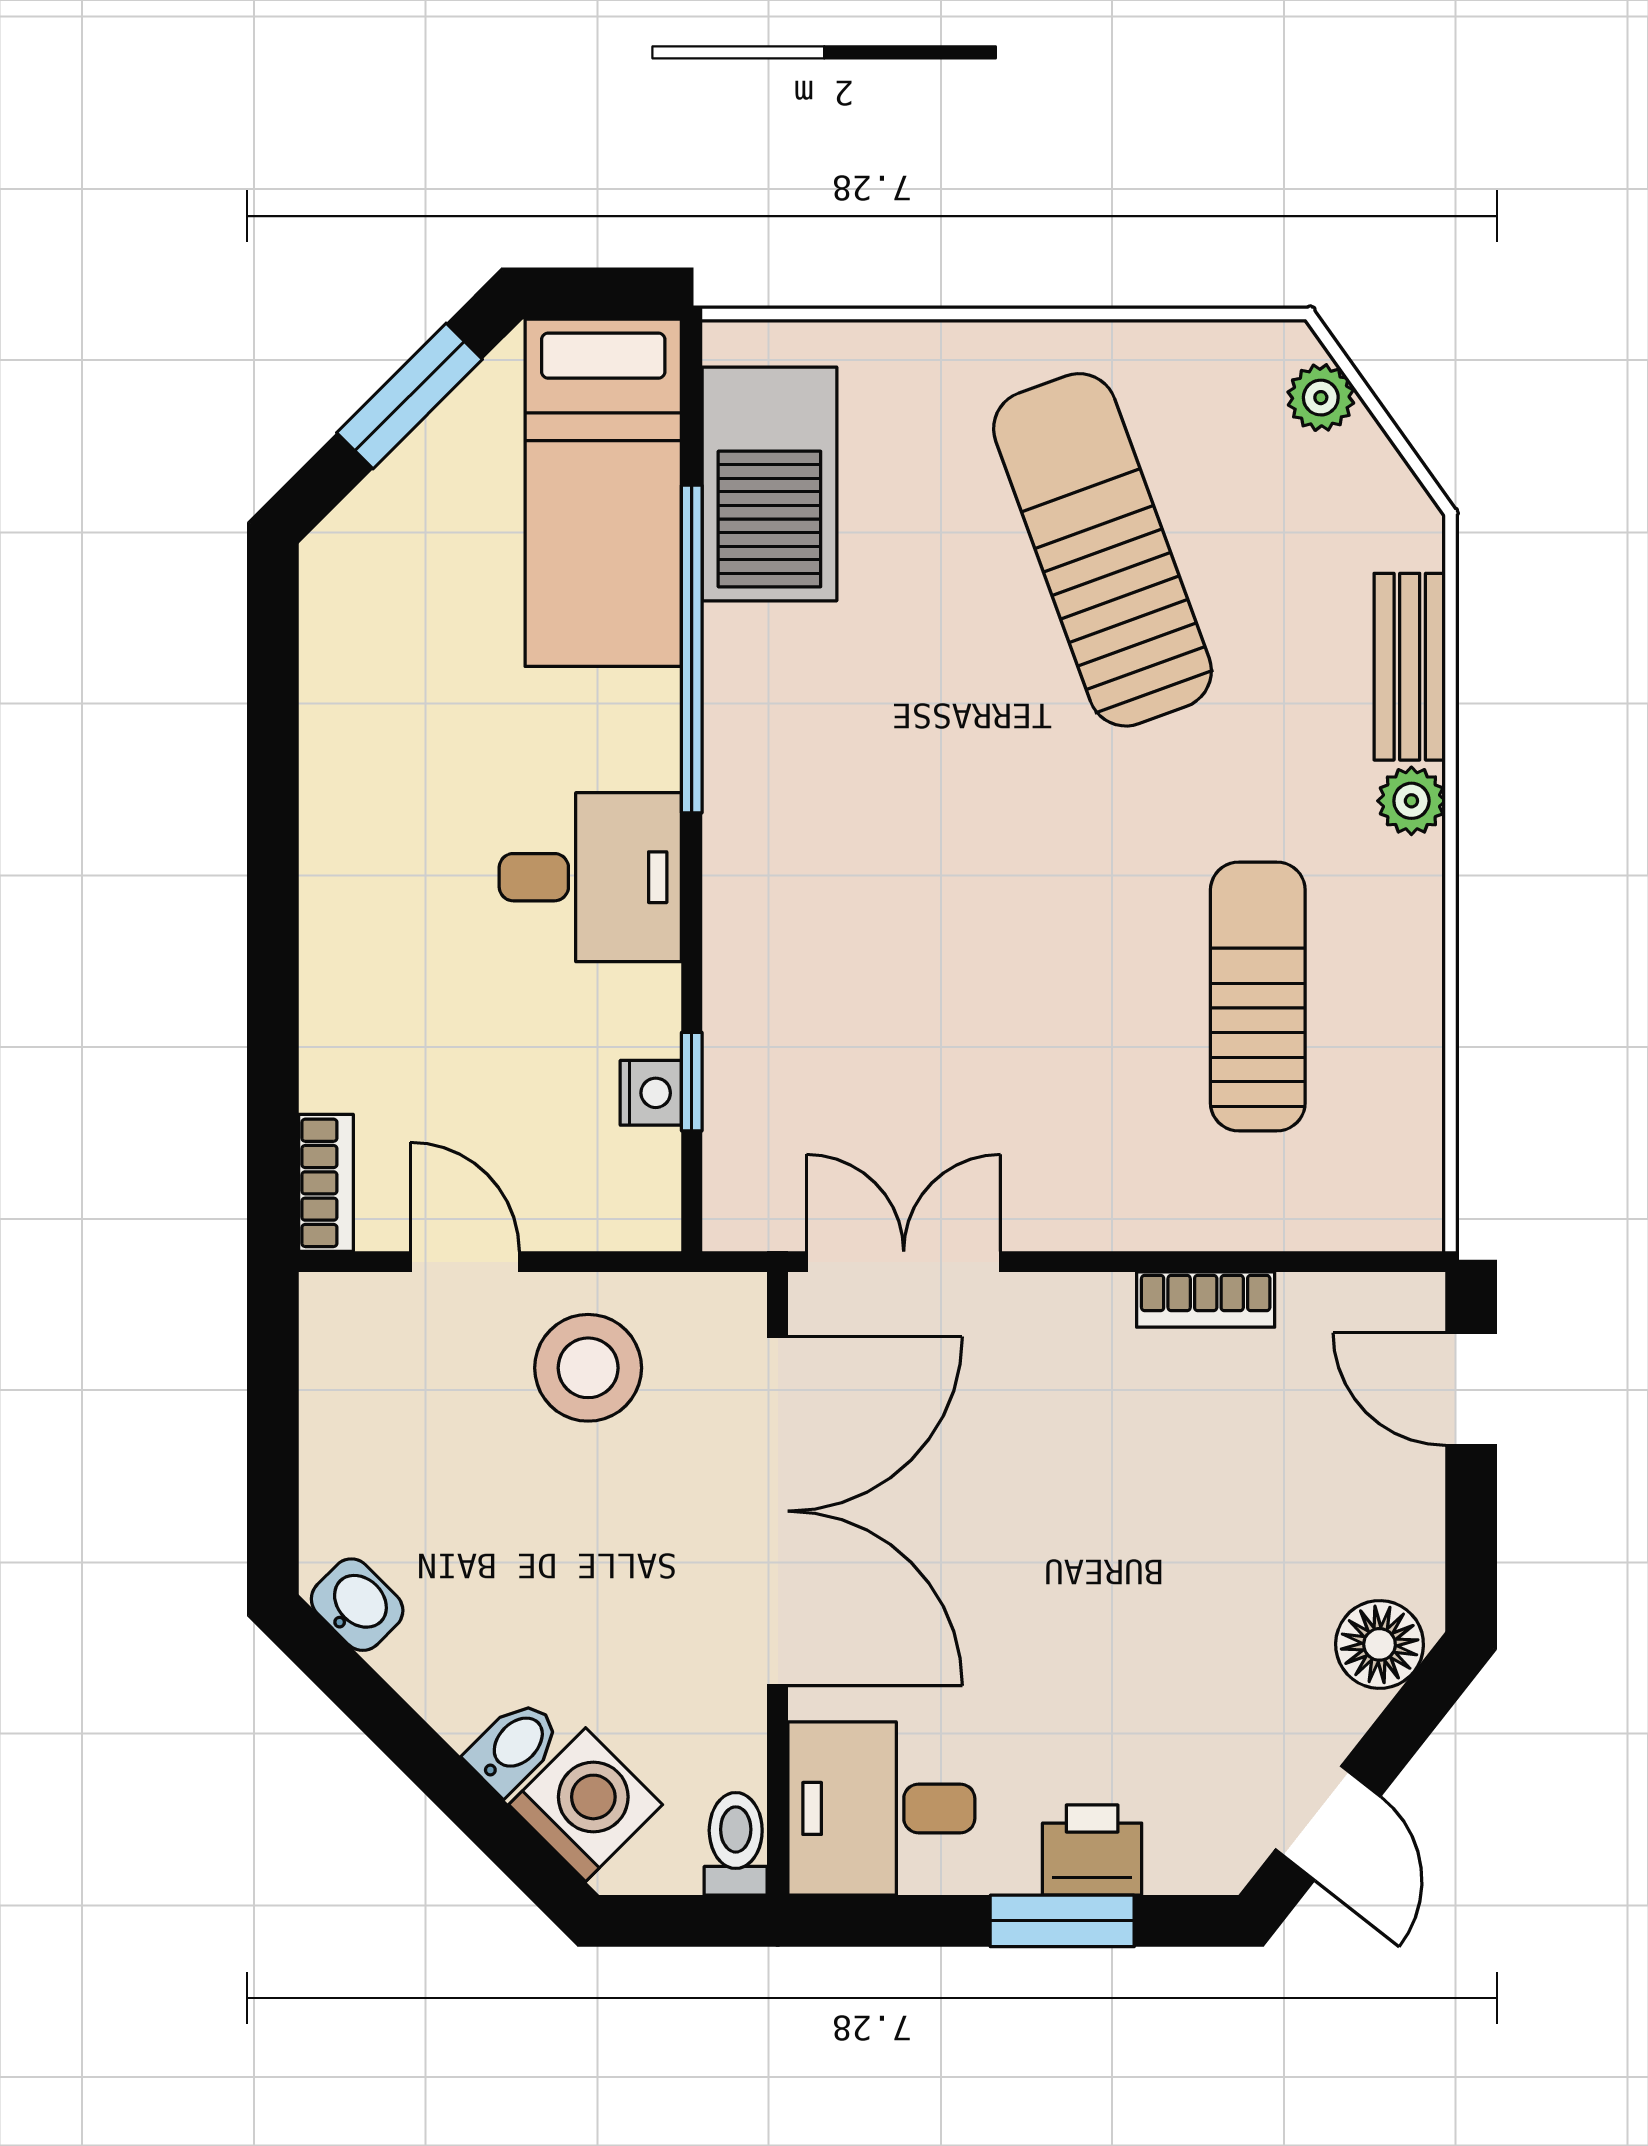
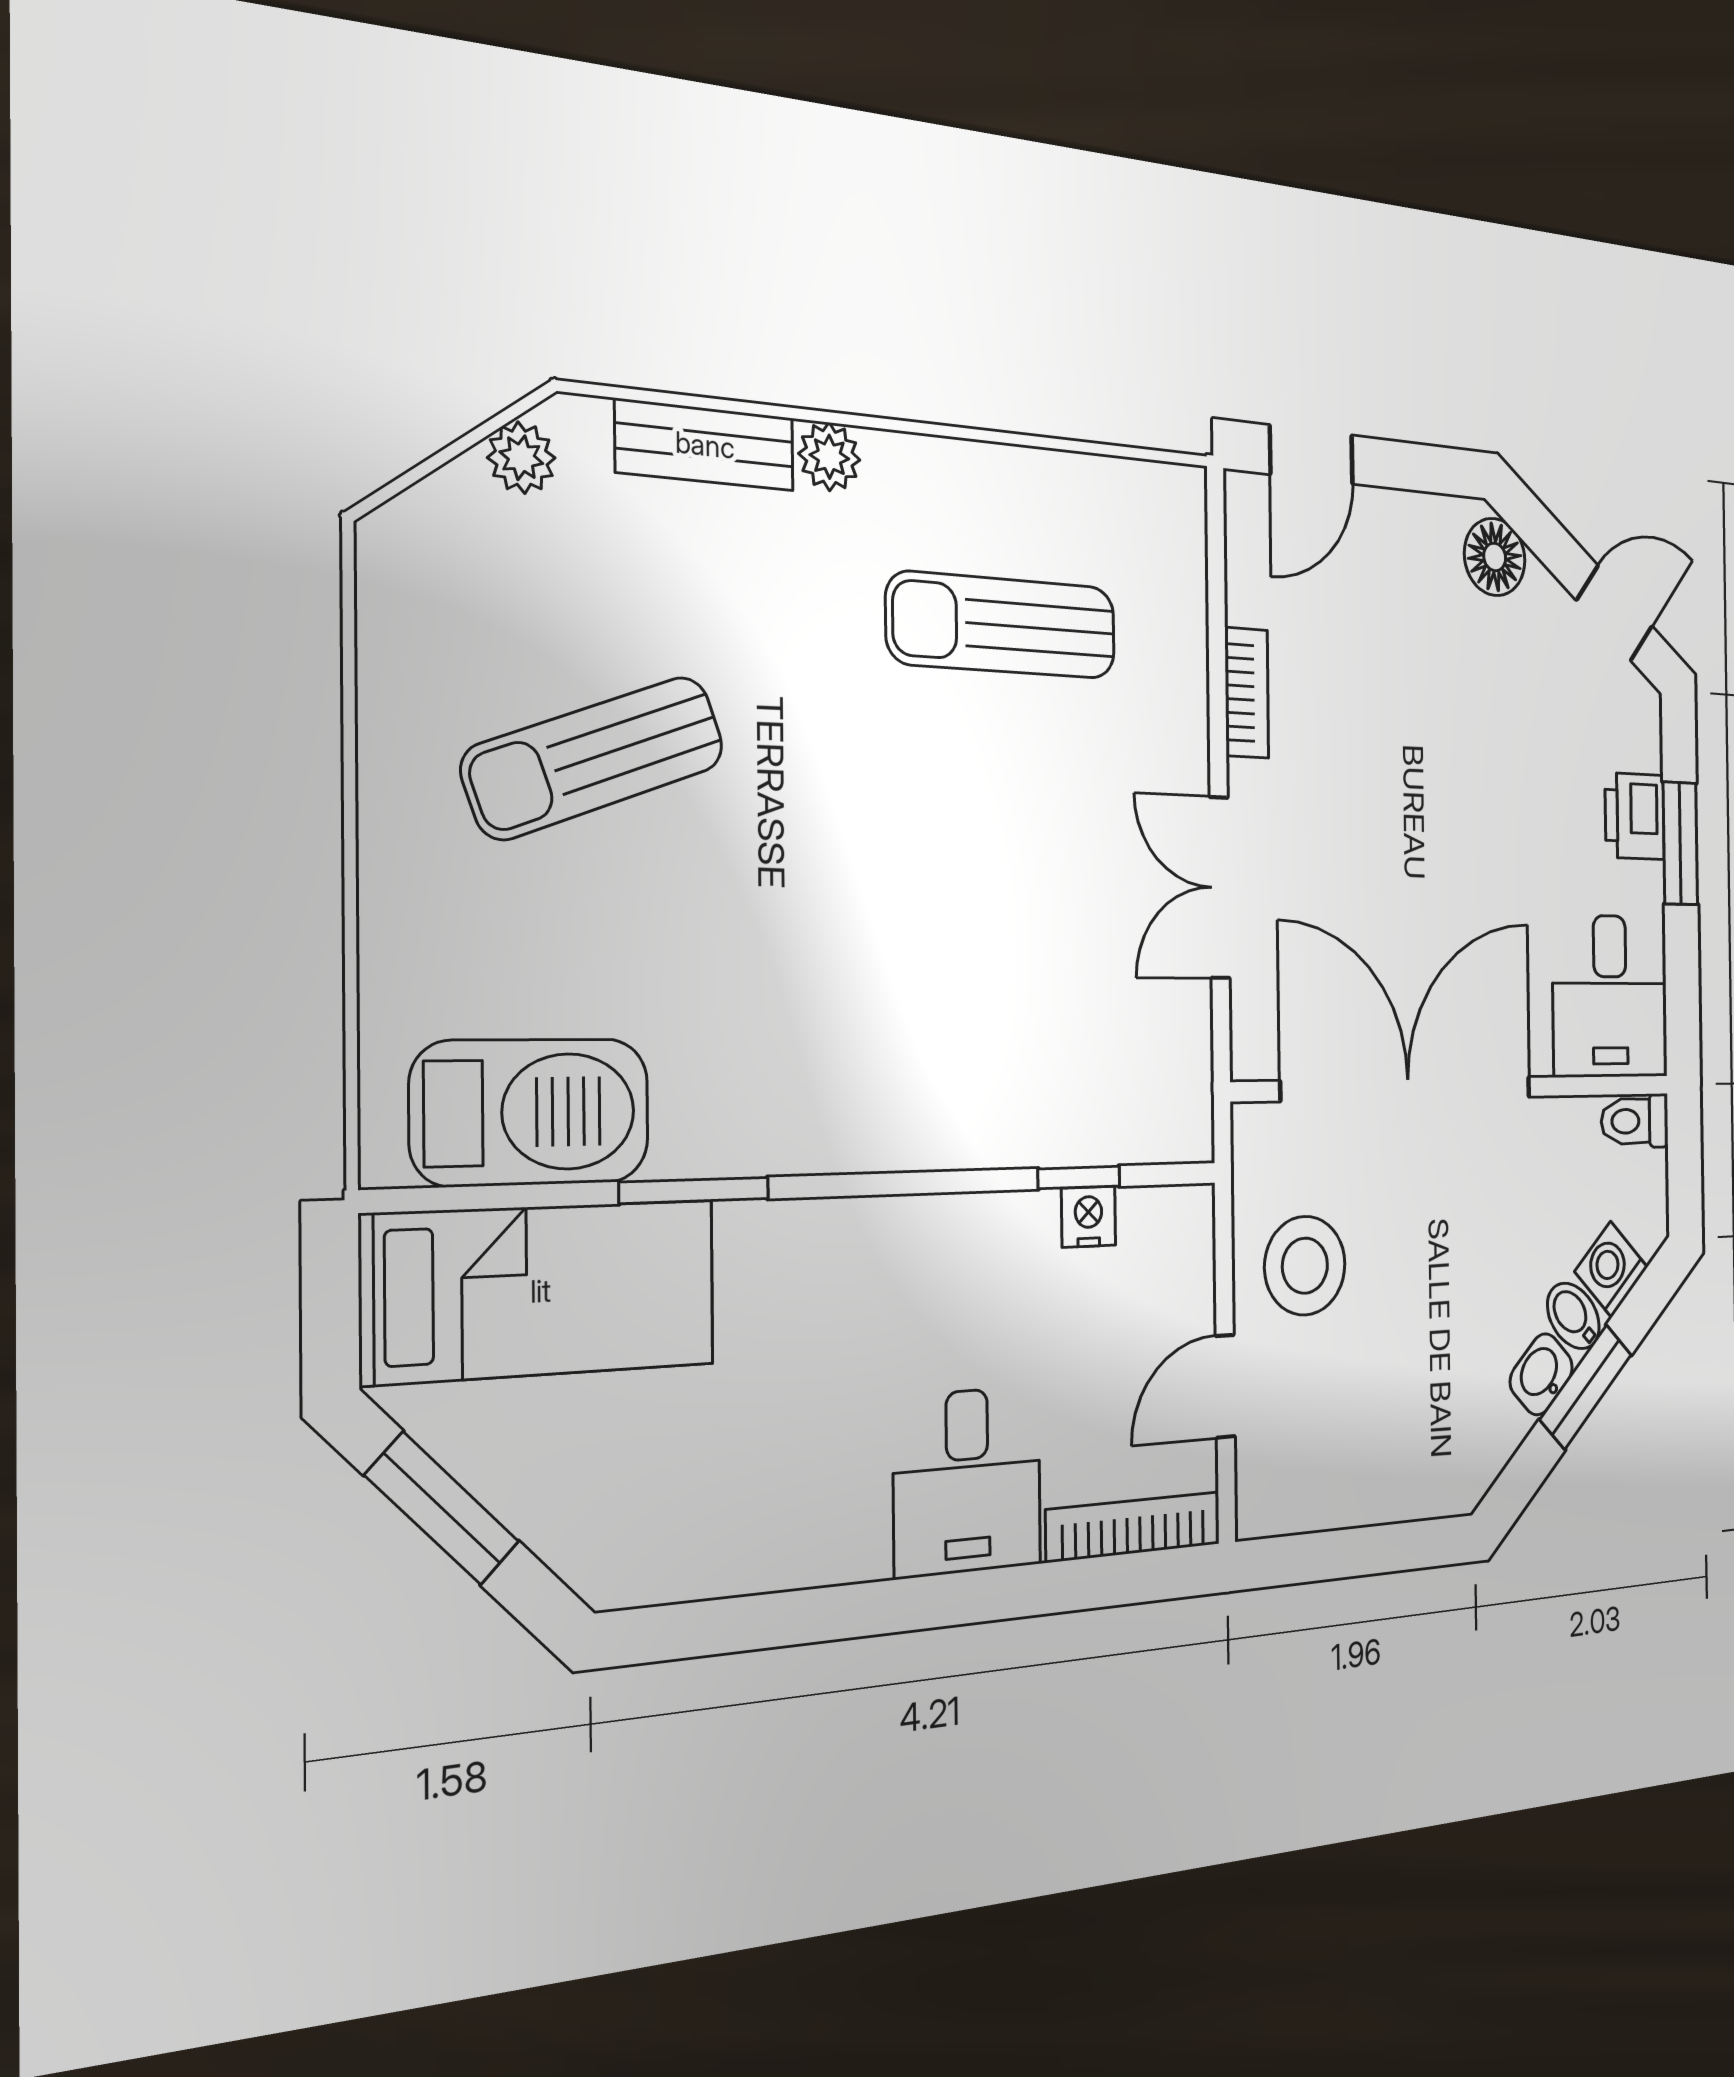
plant: (1321, 398) -> (521, 458), moved
sun lounger: (1102, 550) -> (594, 758), width x0.73, depth x0.75
window: (692, 649) -> (694, 1190), width x0.47
desk: (590, 877) -> (967, 1481), moved, turned 180
bookcase: (326, 1183) -> (1134, 1527), width x1.56
double door: (904, 1262) -> (1220, 888), moved
washbasin: (357, 1605) -> (1541, 1374), moved
window: (431, 1764) -> (1586, 1387), added
washing machine: (586, 1805) -> (1611, 1270), width x0.73, depth x0.73

